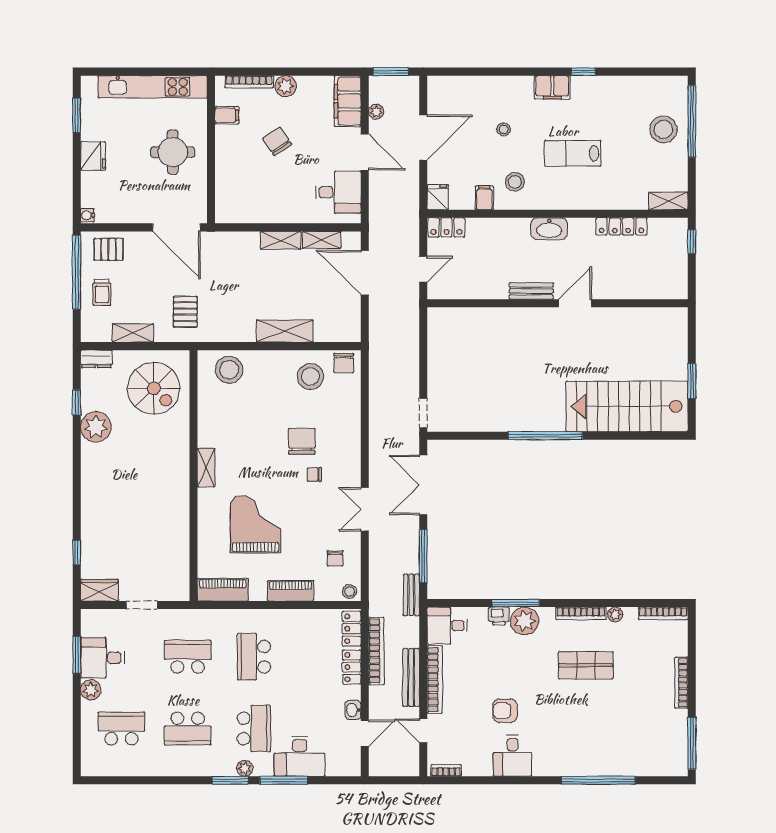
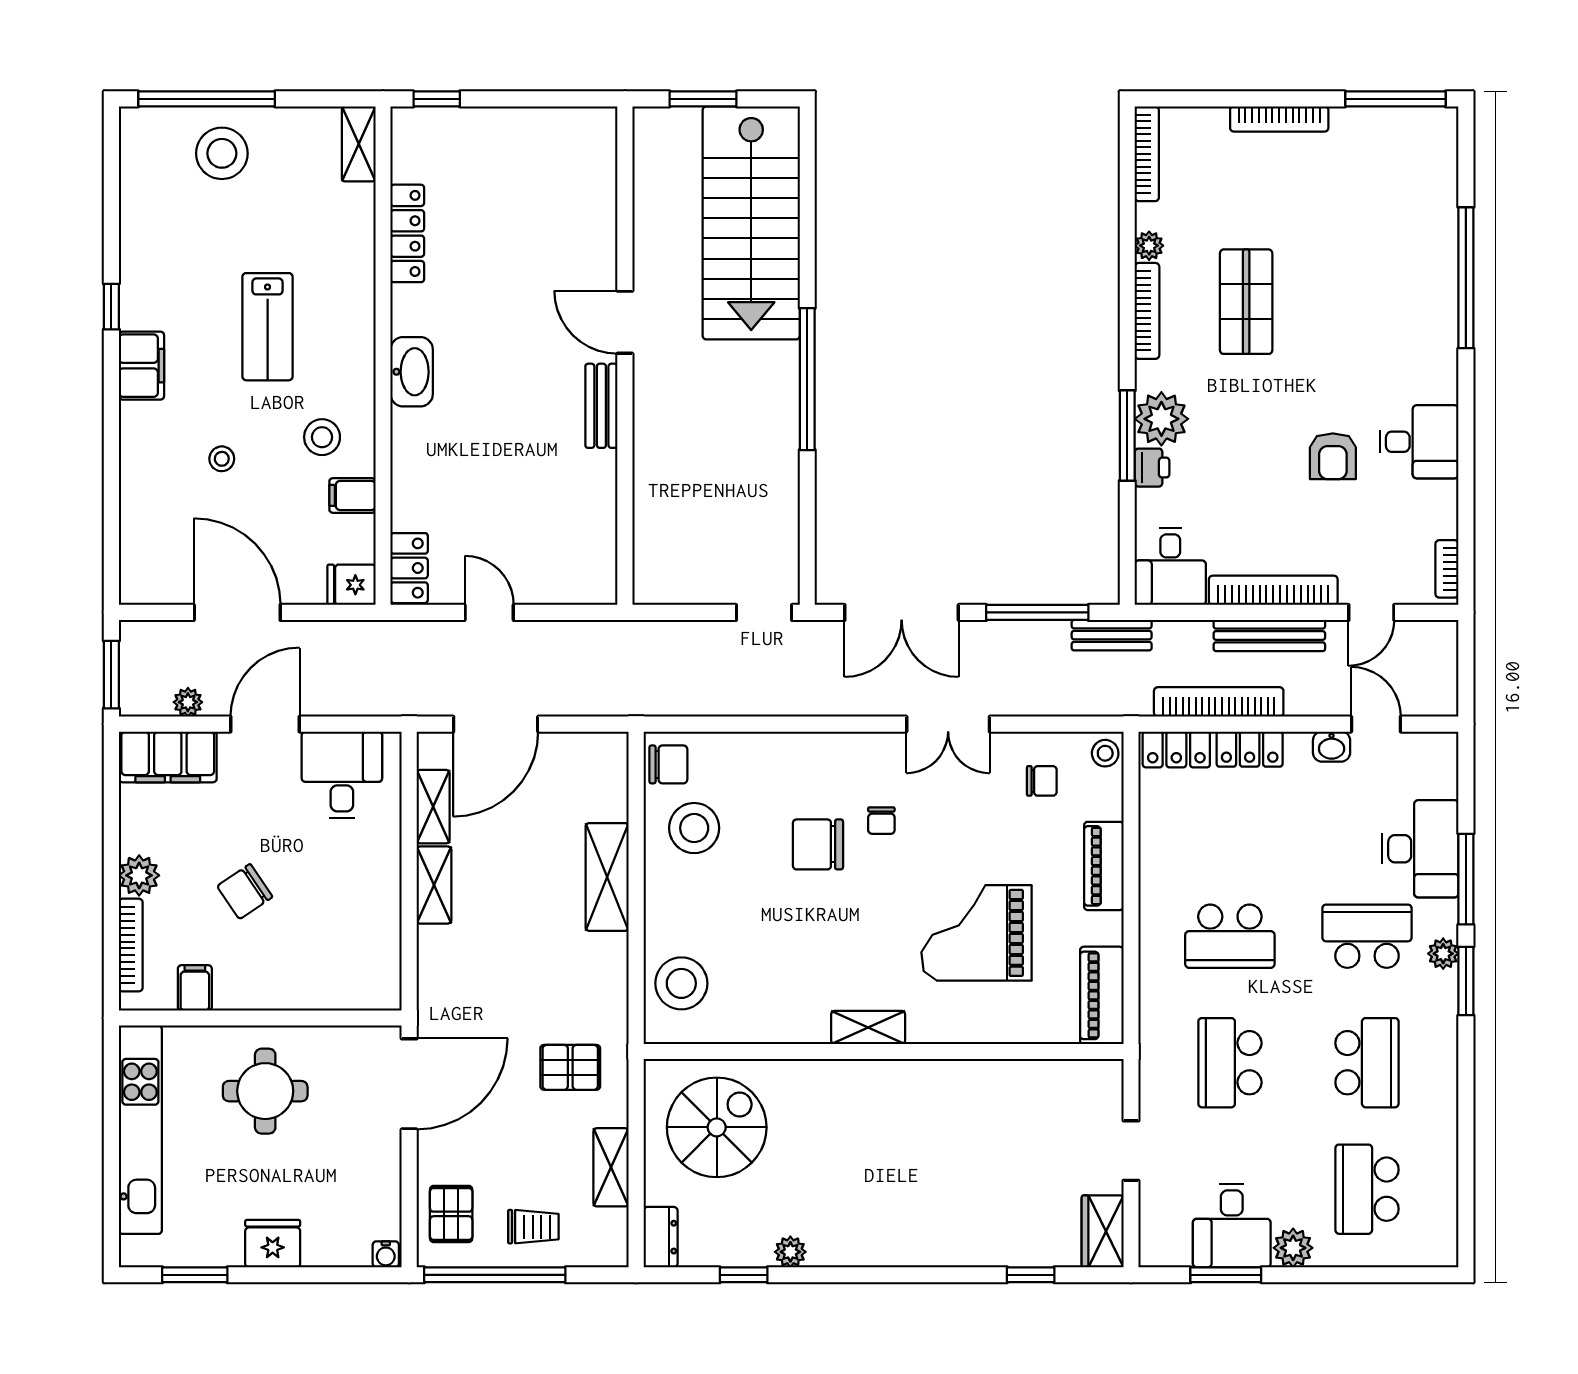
bench: (531, 291) -> (601, 406), moved
wall: (558, 303) -> (625, 356), moved
door: (575, 303) -> (625, 322), moved
plant: (96, 427) -> (790, 1252), width x0.53, depth x0.53

